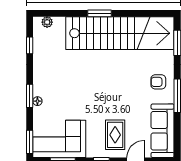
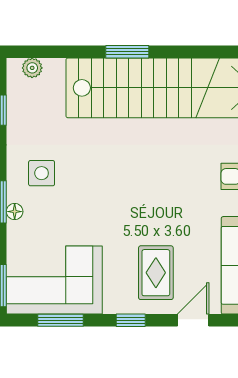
side table: (52, 80) -> (42, 173), added

